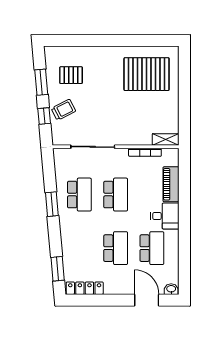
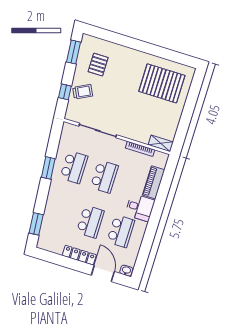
pallet: (71, 75) -> (98, 65), turned 90
window: (41, 82) -> (74, 52), moved
locker: (85, 288) -> (79, 255), moved

